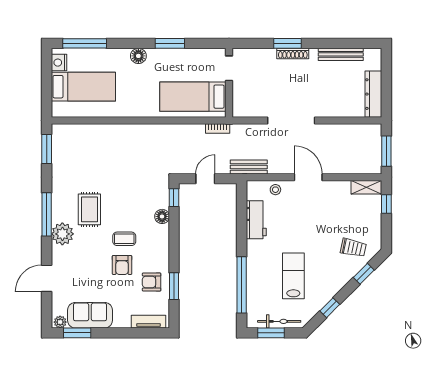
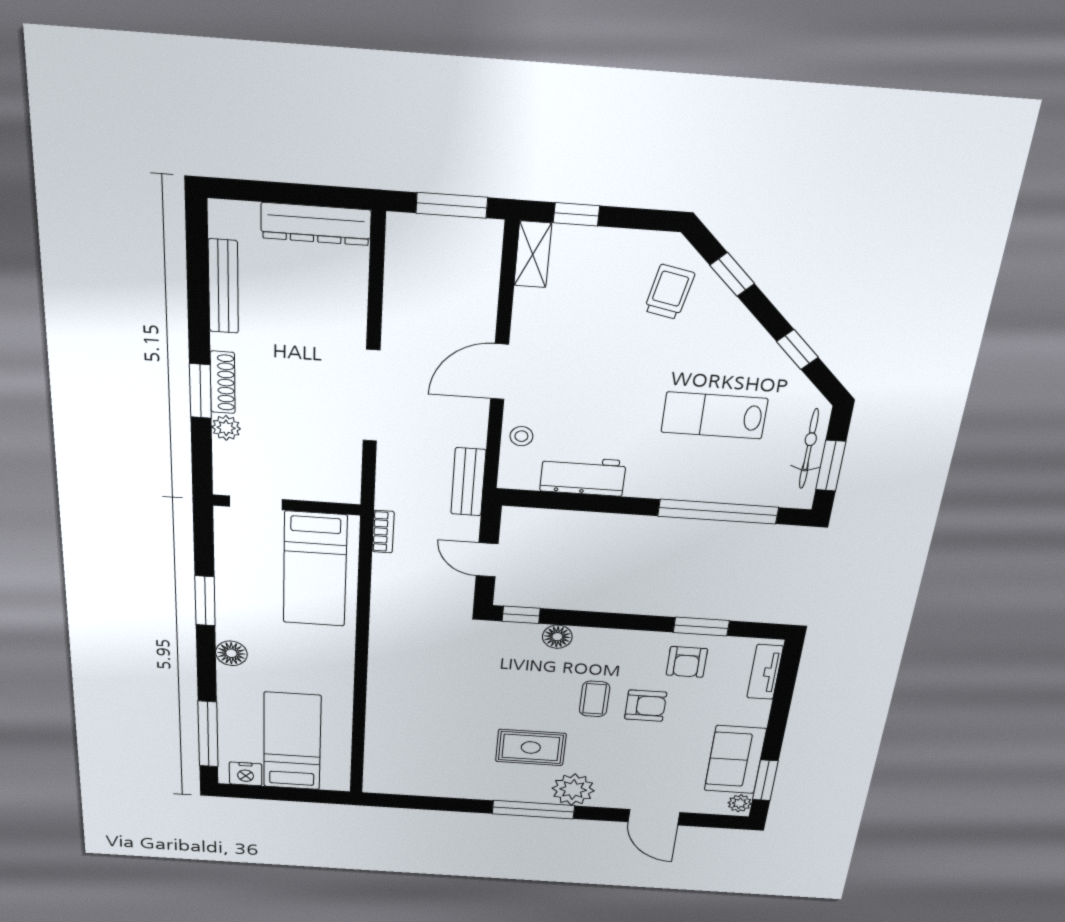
plant: (269, 55) -> (226, 428), added
window: (47, 149) -> (410, 802), removed

